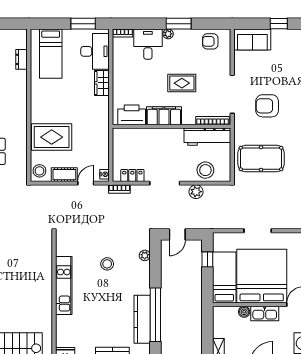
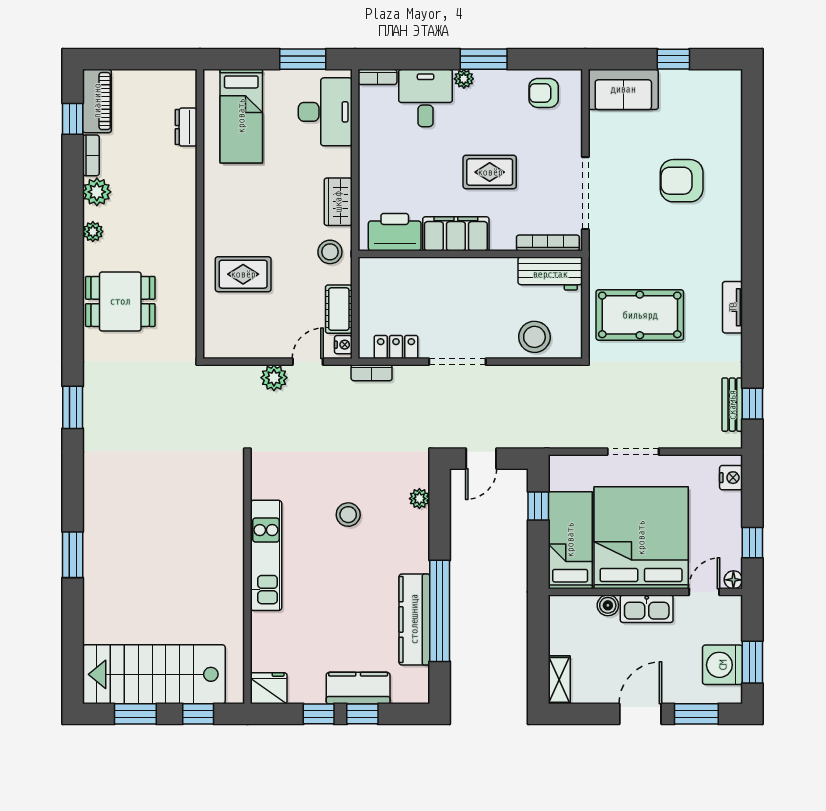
wardrobe: (102, 83) -> (338, 202), moved
armchair: (267, 106) -> (682, 181), moved
rug: (52, 137) -> (243, 274), width x0.73, depth x0.70
workbench: (207, 137) -> (550, 274), width x0.73
stool: (39, 171) -> (330, 252), moved
cot: (64, 175) -> (339, 309), moved, turned 90
plant: (196, 192) -> (274, 378), moved

